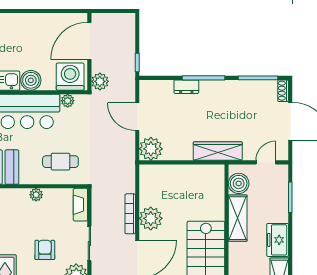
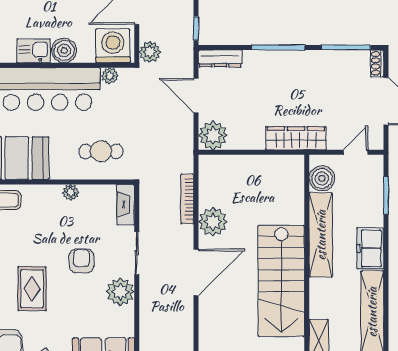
dresser: (186, 87) -> (220, 58), moved, width x1.44
bookcase: (130, 214) -> (187, 199), moved
shelving: (238, 218) -> (321, 235), width x1.47

